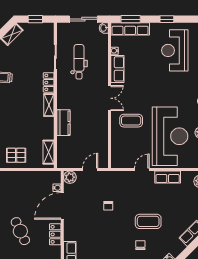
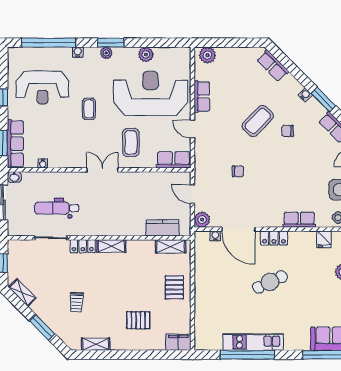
row of seats: (117, 69) -> (174, 160), moved
coffee table: (158, 87) -> (89, 109), added
kitchen counter: (63, 123) -> (163, 228), moved
coffee table: (148, 221) -> (258, 121), turned 44

